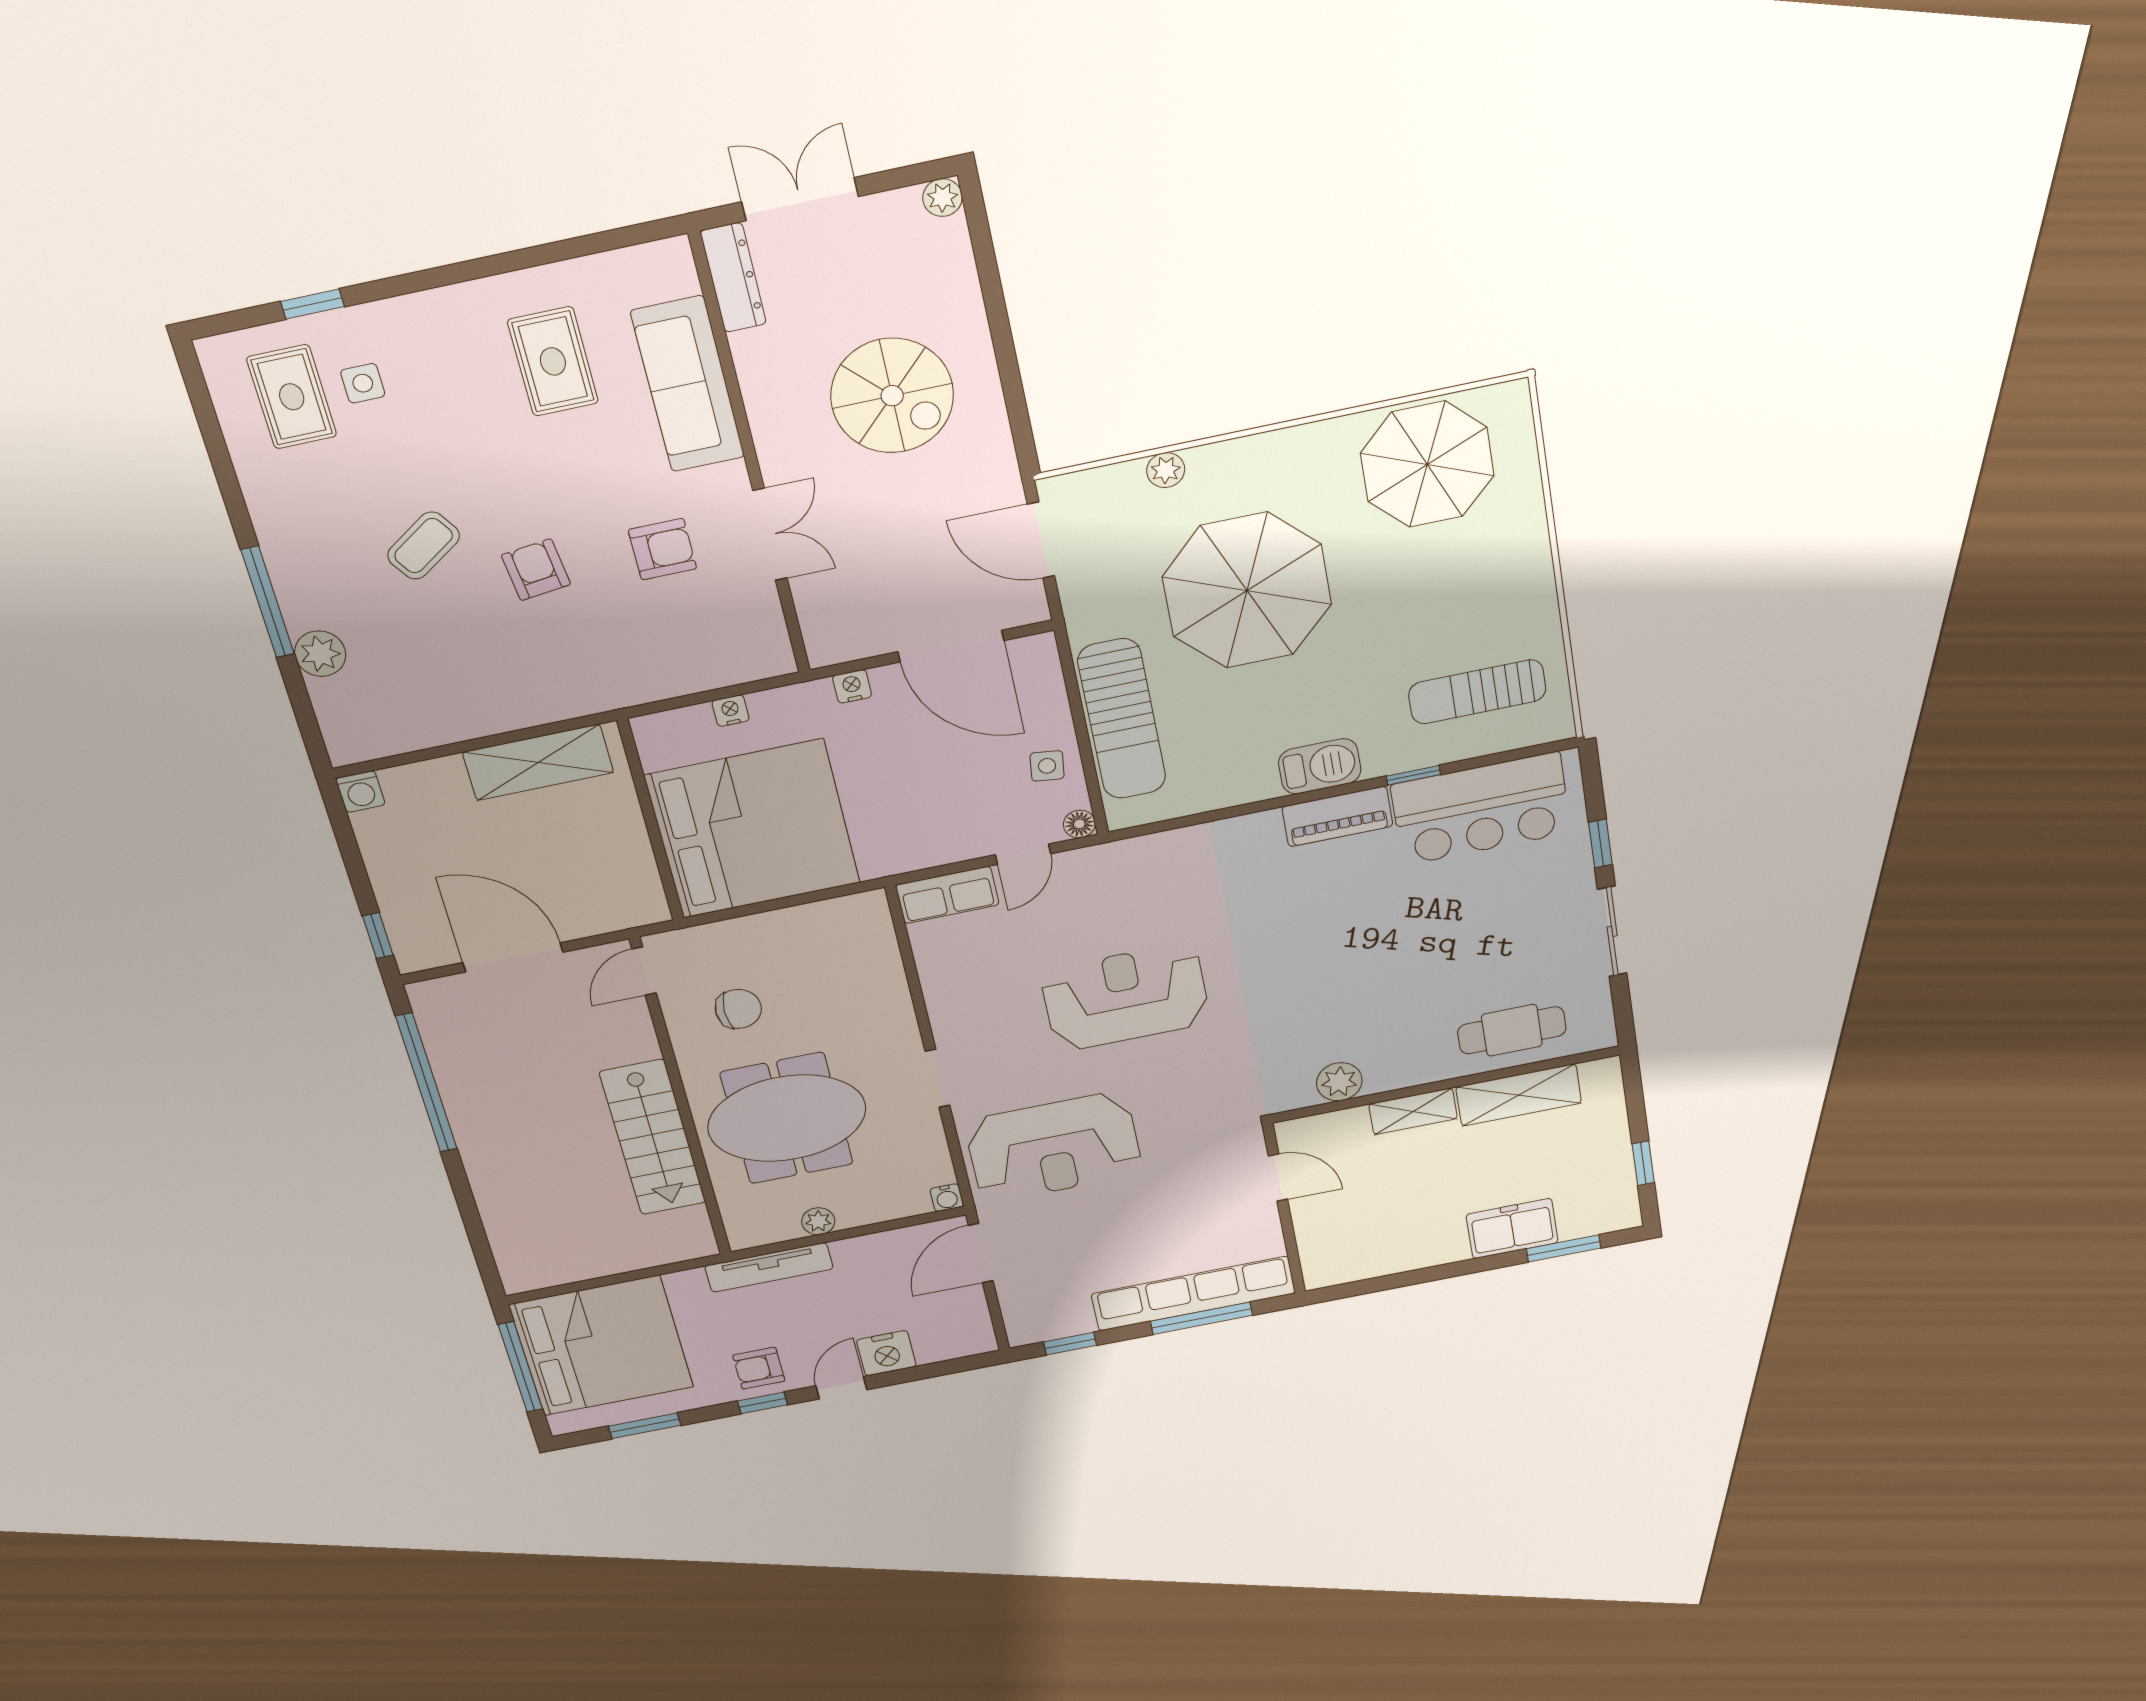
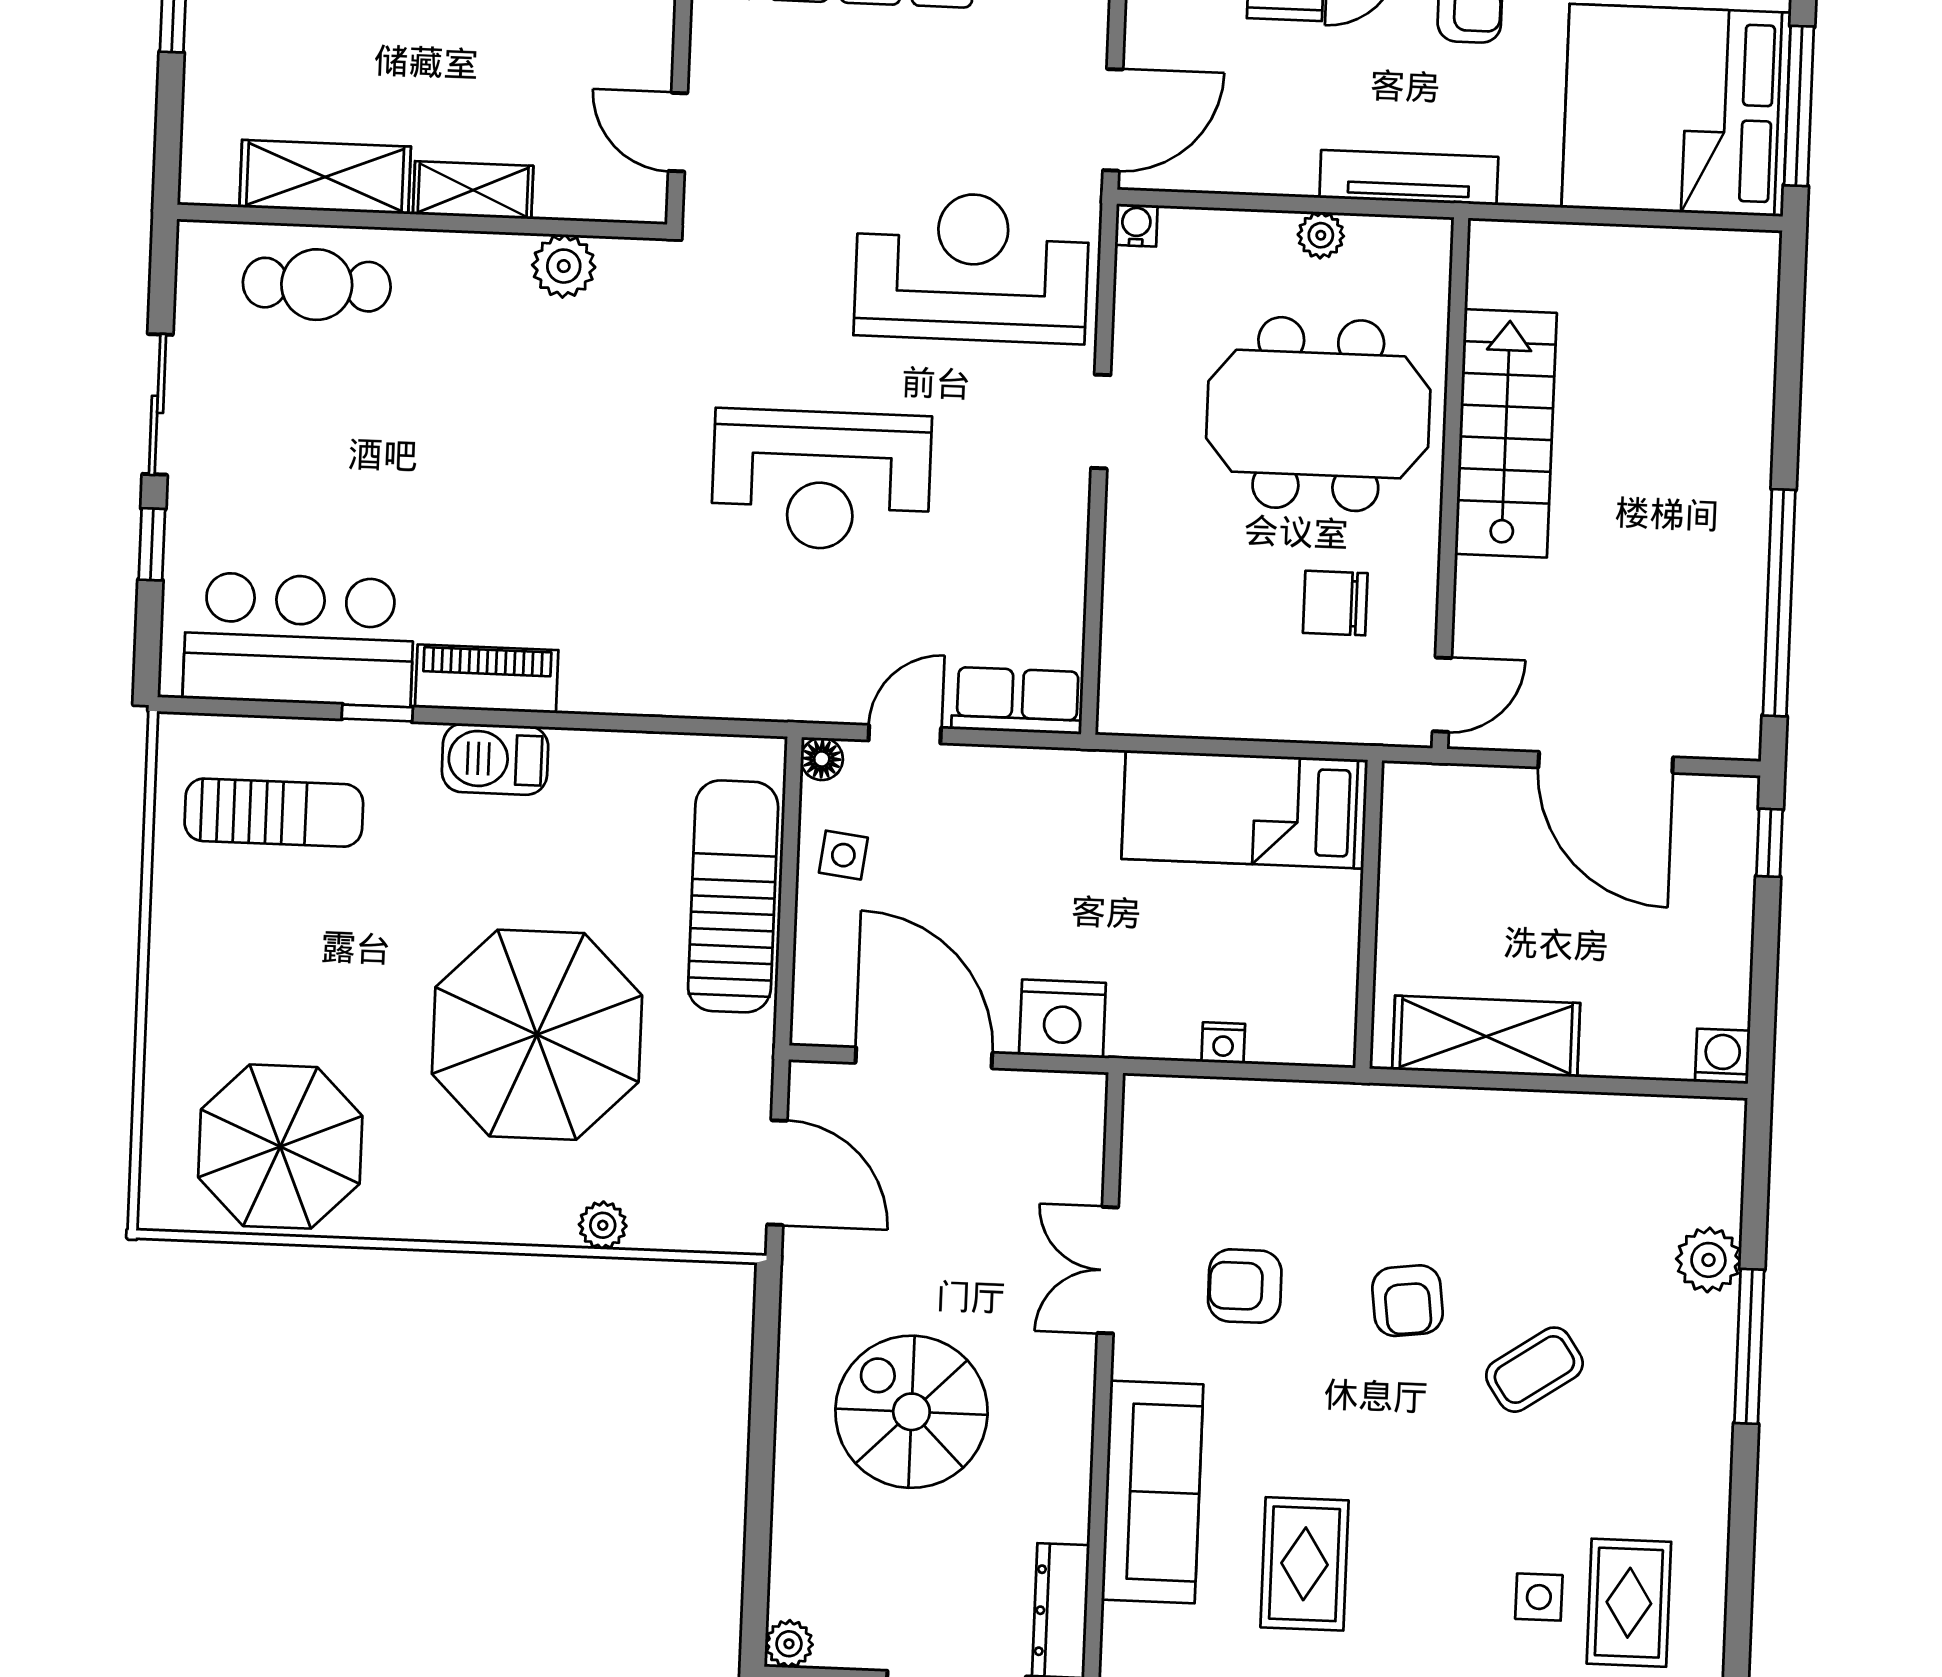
nightstand: (852, 686) -> (1062, 1019), width x1.89, depth x1.79
bed: (753, 829) -> (1245, 809), width x0.49

